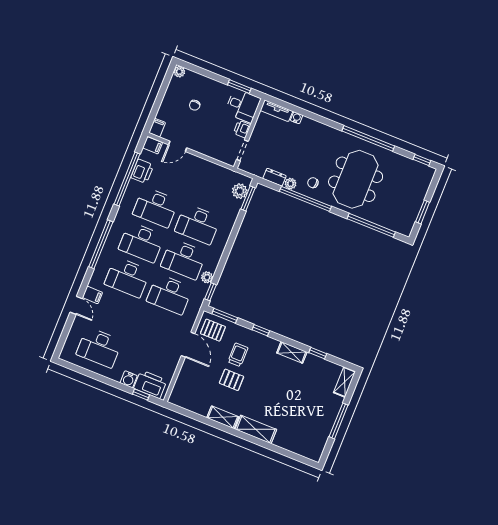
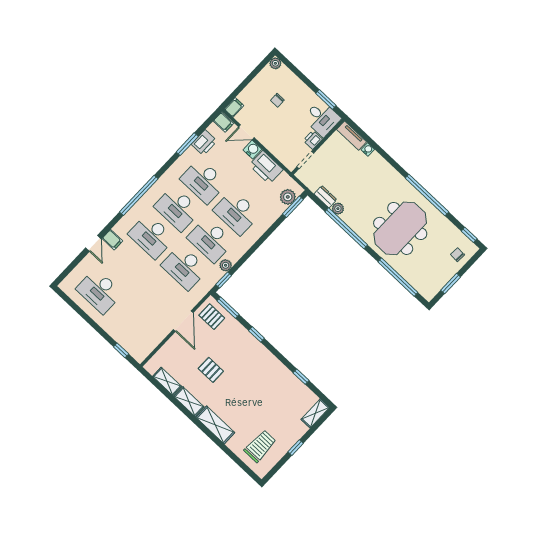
window: (127, 179) -> (187, 144), width x0.47
chair: (313, 183) -> (457, 255), moved
shelving: (292, 352) -> (167, 381), moved
trolley: (238, 355) -> (260, 446), moved, width x1.36, depth x1.39
water cooler: (129, 379) -> (252, 150), moved, turned 180
printer: (150, 384) -> (266, 167), moved, turned 180
window: (339, 421) -> (296, 448), width x0.46

